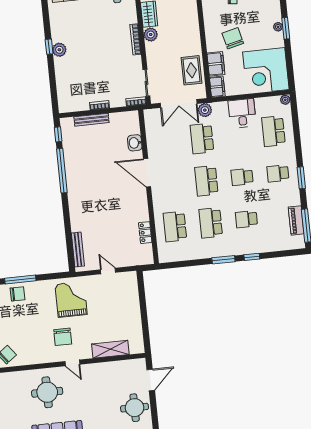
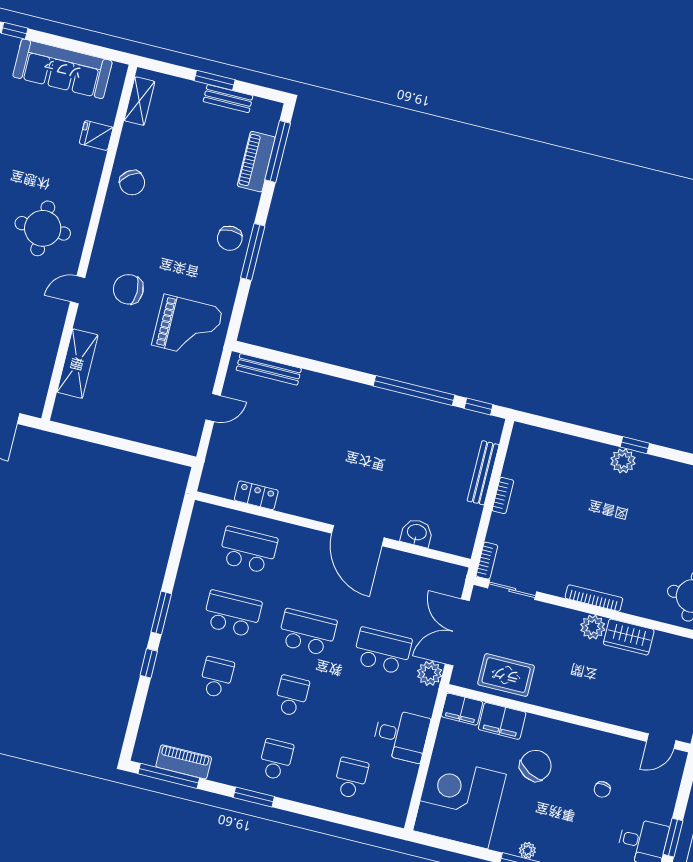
chair: (233, 38) -> (536, 766), turned -47
plant: (285, 100) -> (398, 818), removed
school desk: (274, 131) -> (351, 778), width x0.54
door: (147, 173) -> (358, 536), swing flipped

